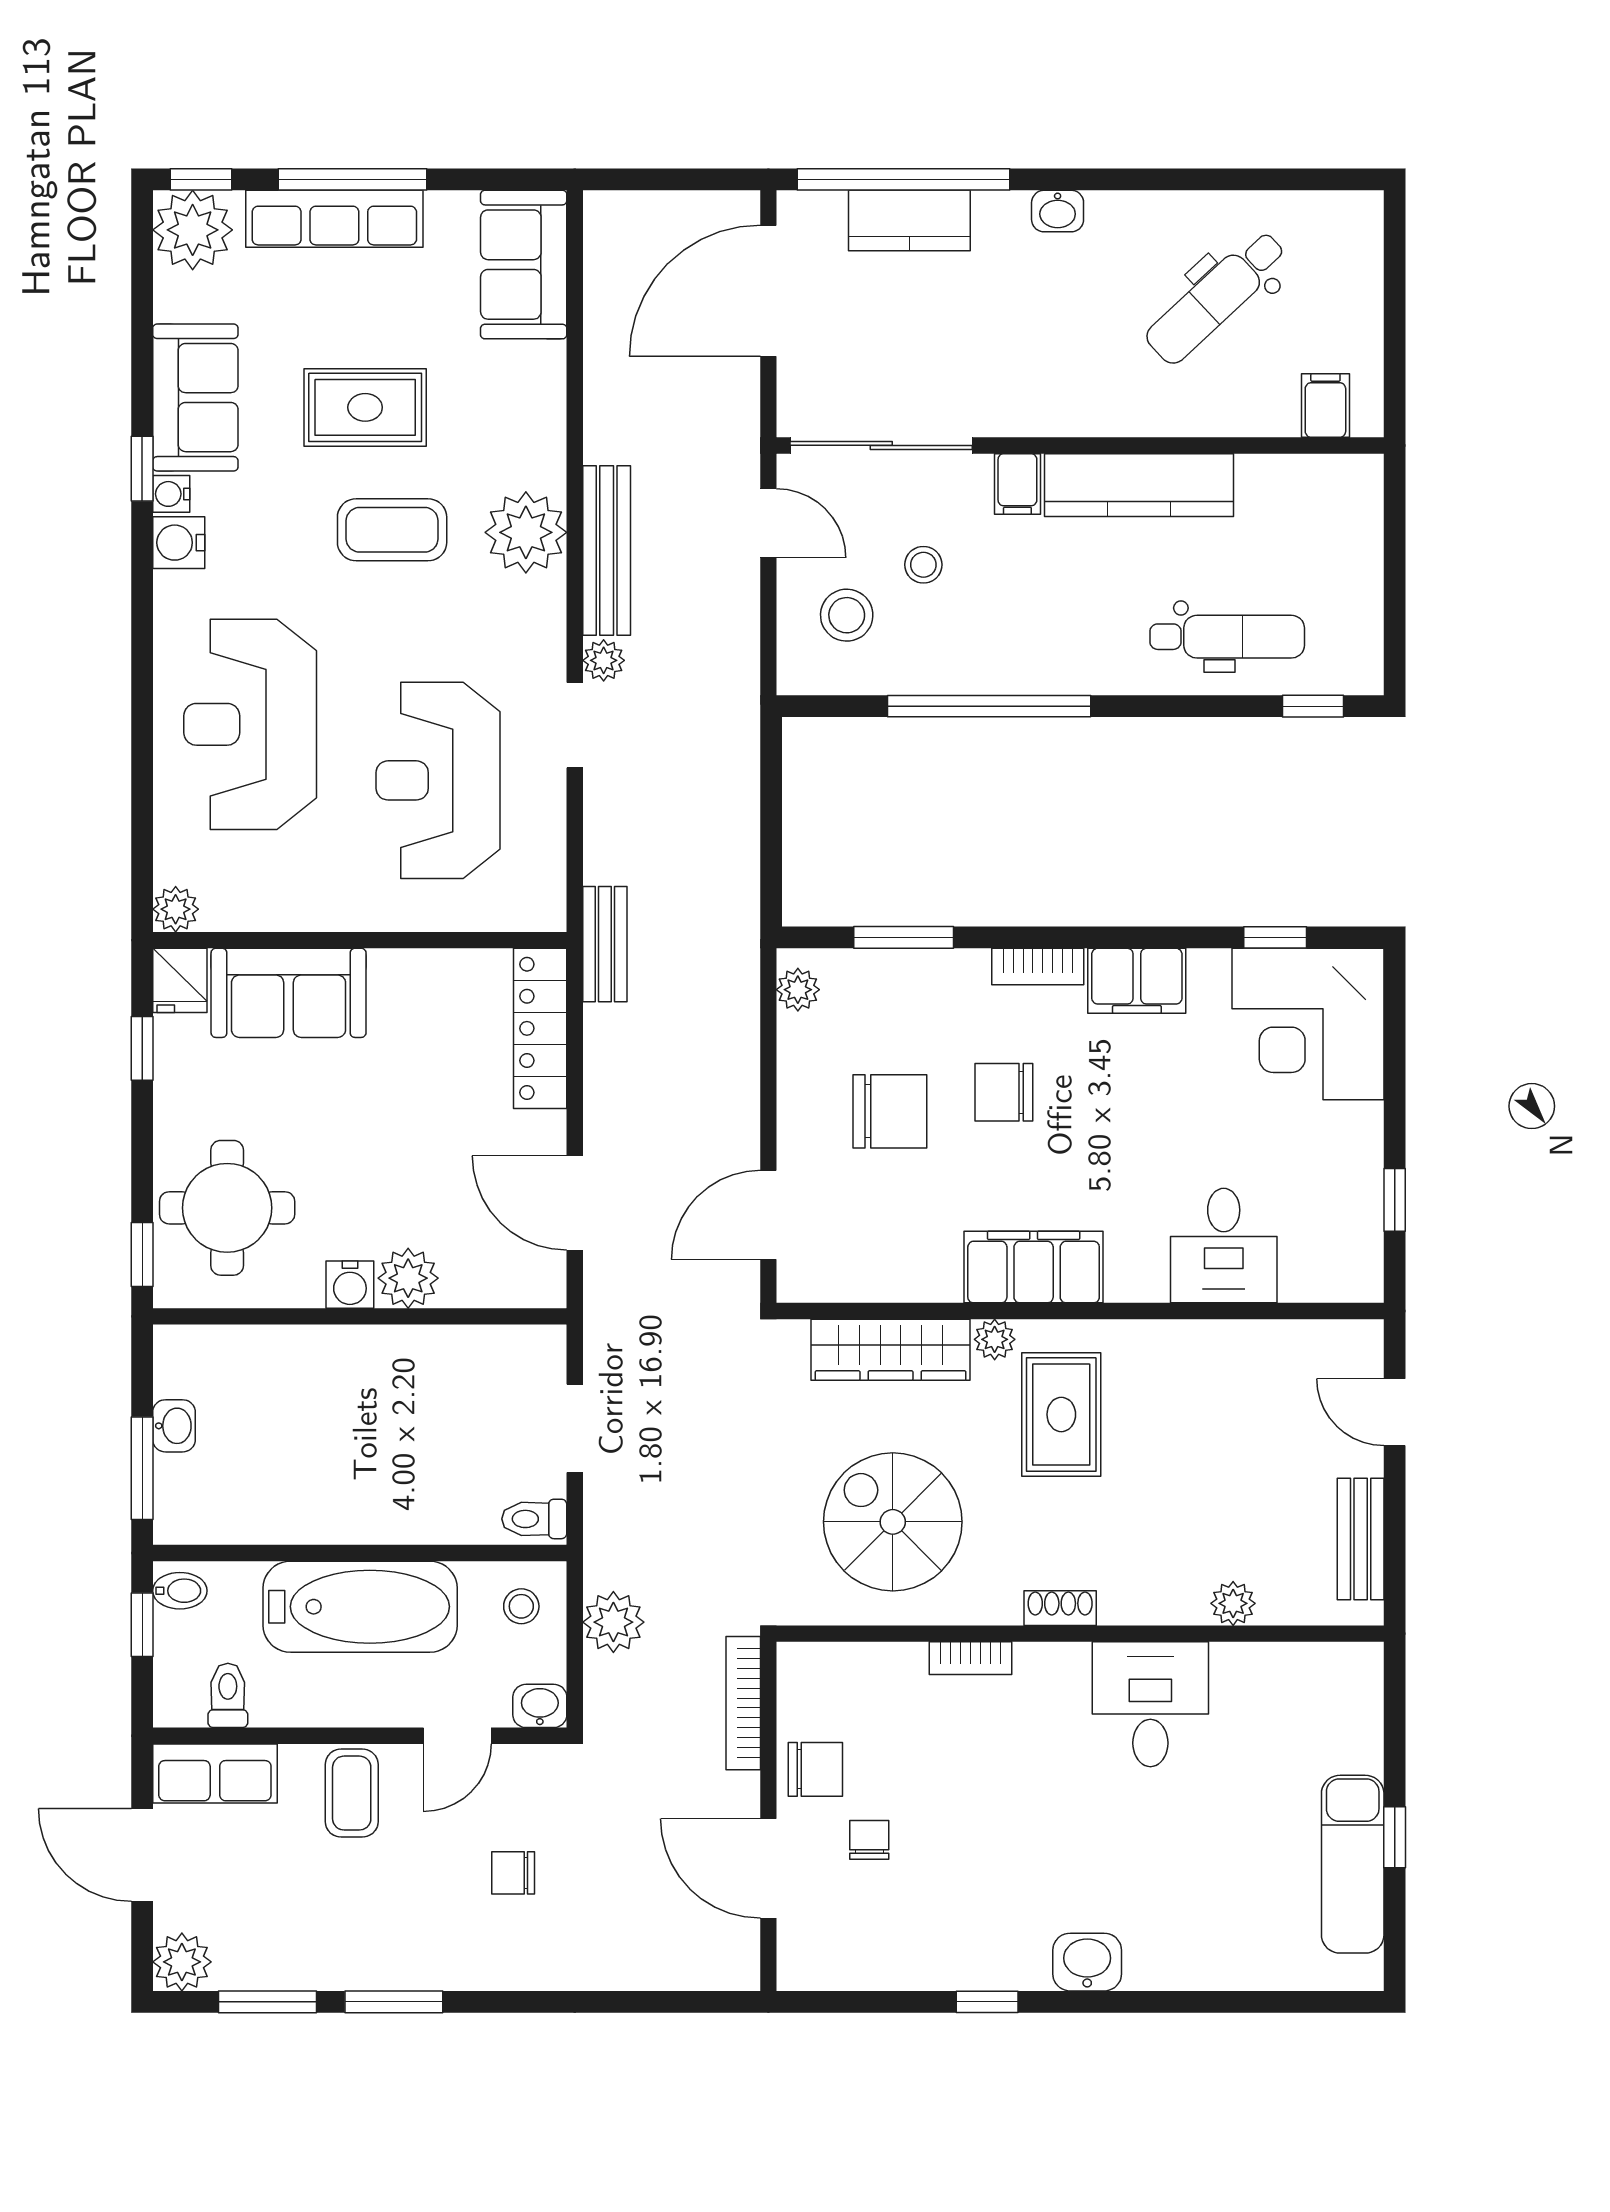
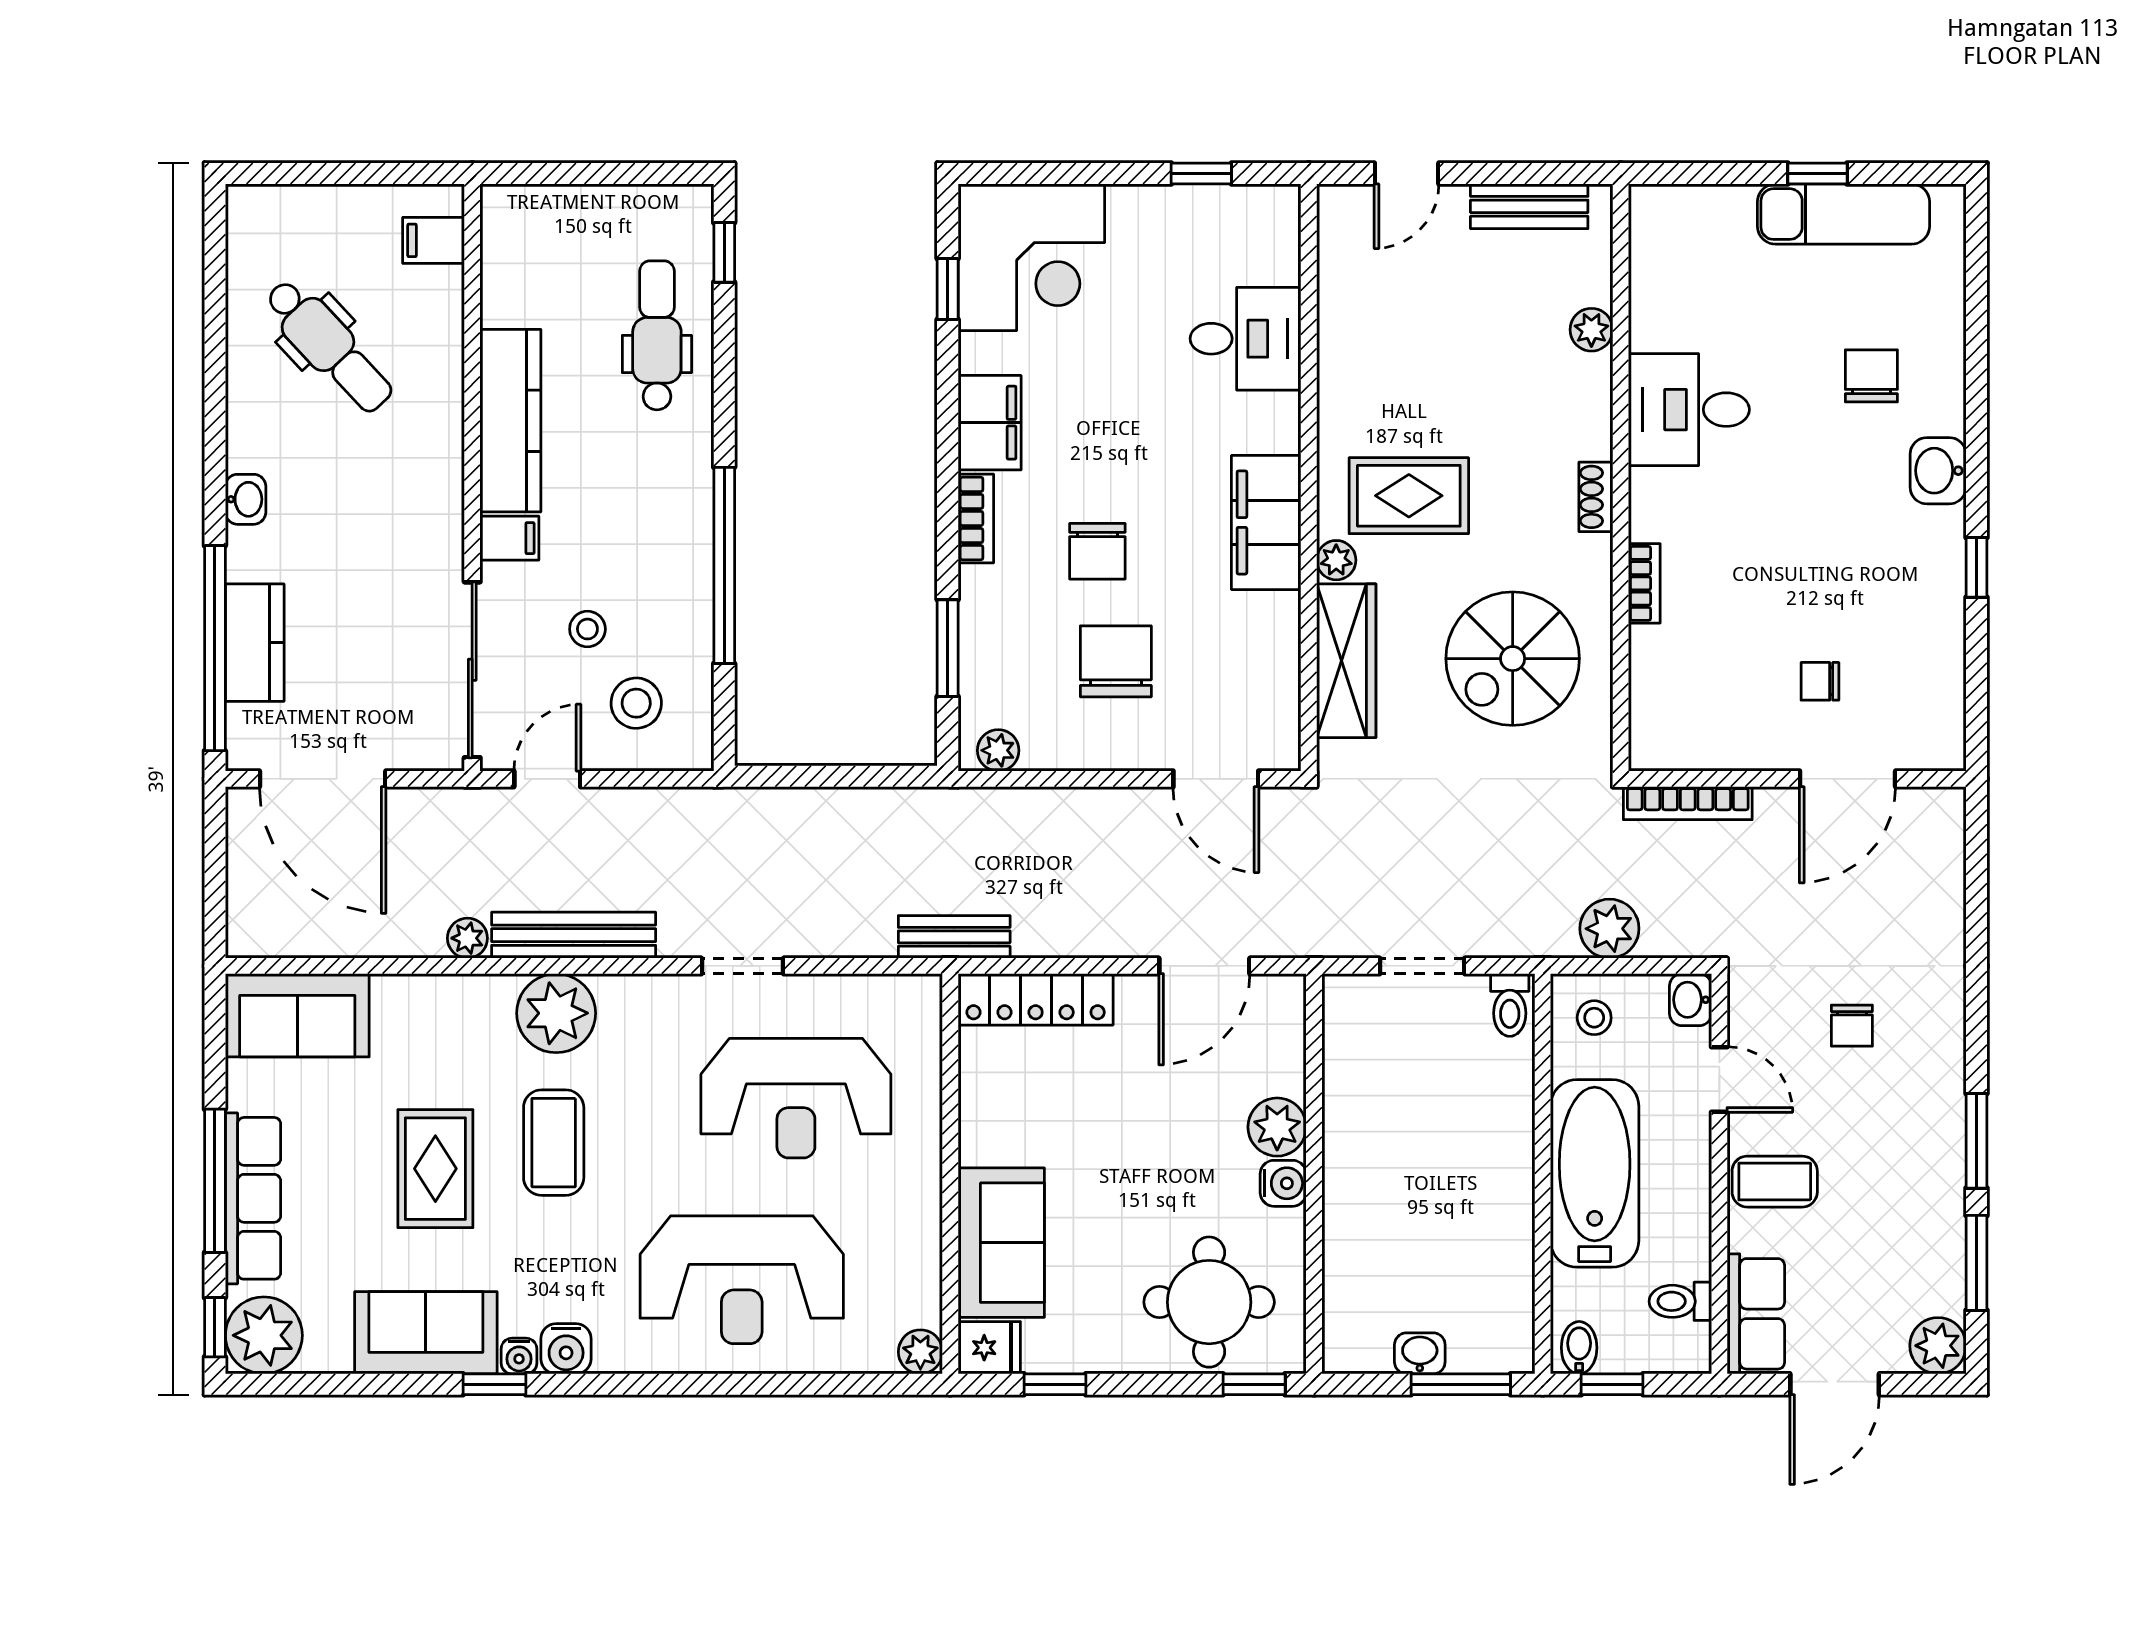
plant: (604, 660) -> (467, 938), moved
chair: (815, 1769) -> (1871, 376), moved

